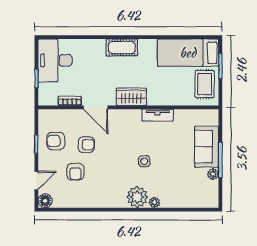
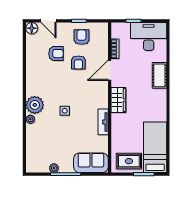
cot: (122, 47) -> (159, 75), moved
sofa: (207, 147) -> (91, 163), moved
armchair: (75, 172) -> (56, 54), turned 180

